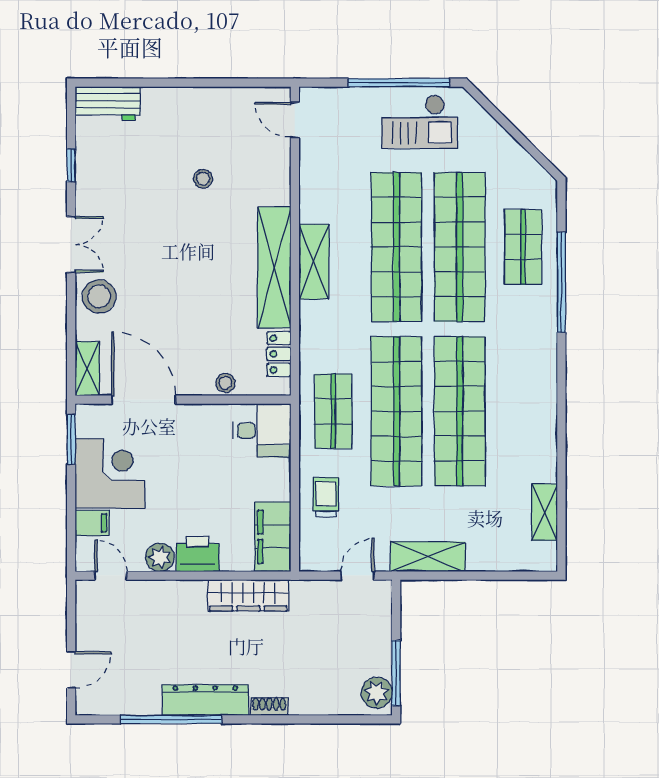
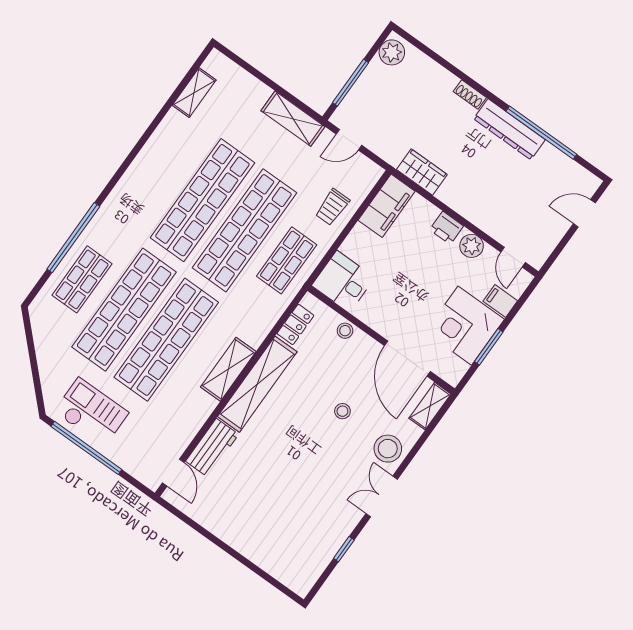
workbench: (108, 104) -> (212, 448), moved, turned 90
stool: (203, 179) -> (342, 411), moved
window: (71, 439) -> (489, 347), moved
printer: (198, 554) -> (446, 228), width x0.73, depth x0.81
wardrobe: (248, 595) -> (422, 172), width x0.67
window: (396, 673) -> (351, 83), moved

